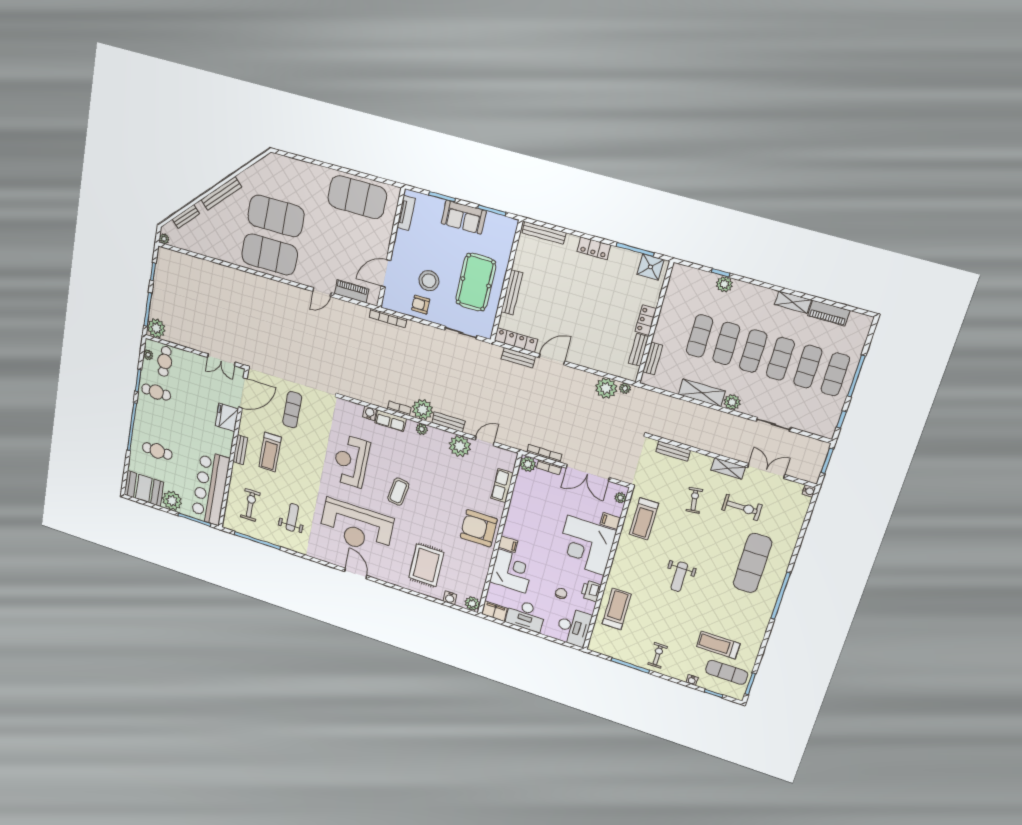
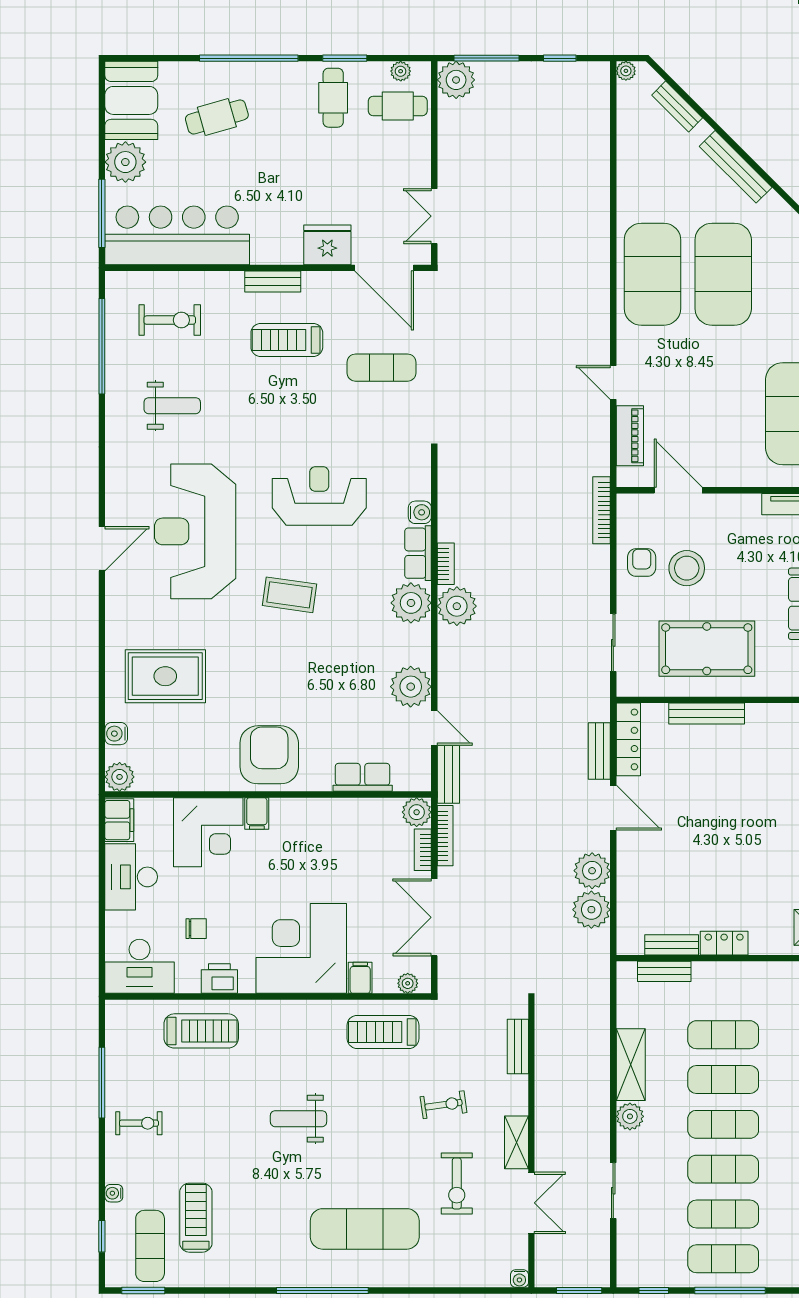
plant: (625, 388) -> (592, 871), moved, width x1.88, depth x1.88
bench: (448, 422) -> (448, 774), moved
plant: (422, 429) -> (411, 603), width x1.87, depth x1.87
cafe table: (157, 451) -> (217, 117), turned 74

